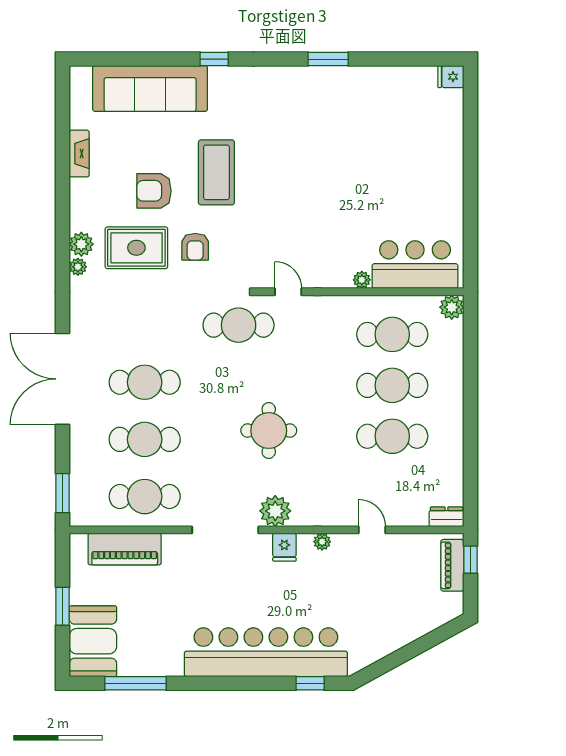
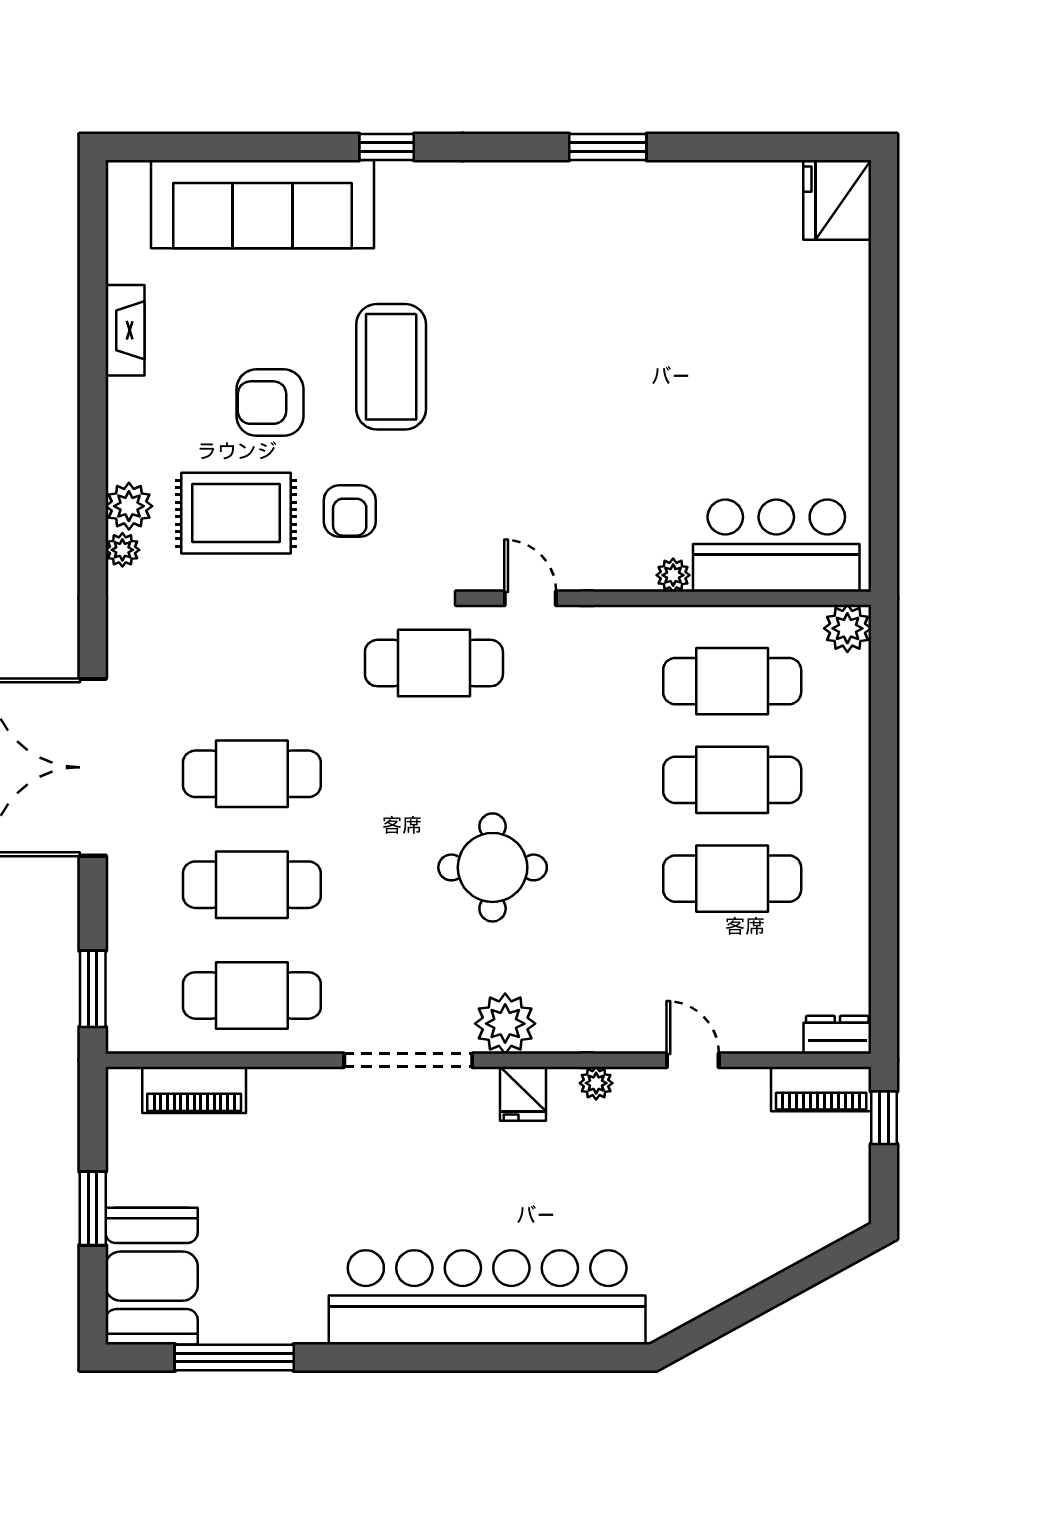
fridge: (451, 77) -> (837, 200), width x1.88, depth x1.34
piano: (125, 549) -> (194, 1090), width x0.73, depth x0.75
piano: (452, 565) -> (821, 1089), moved, turned -90
window: (310, 683) -> (573, 1357), removed

